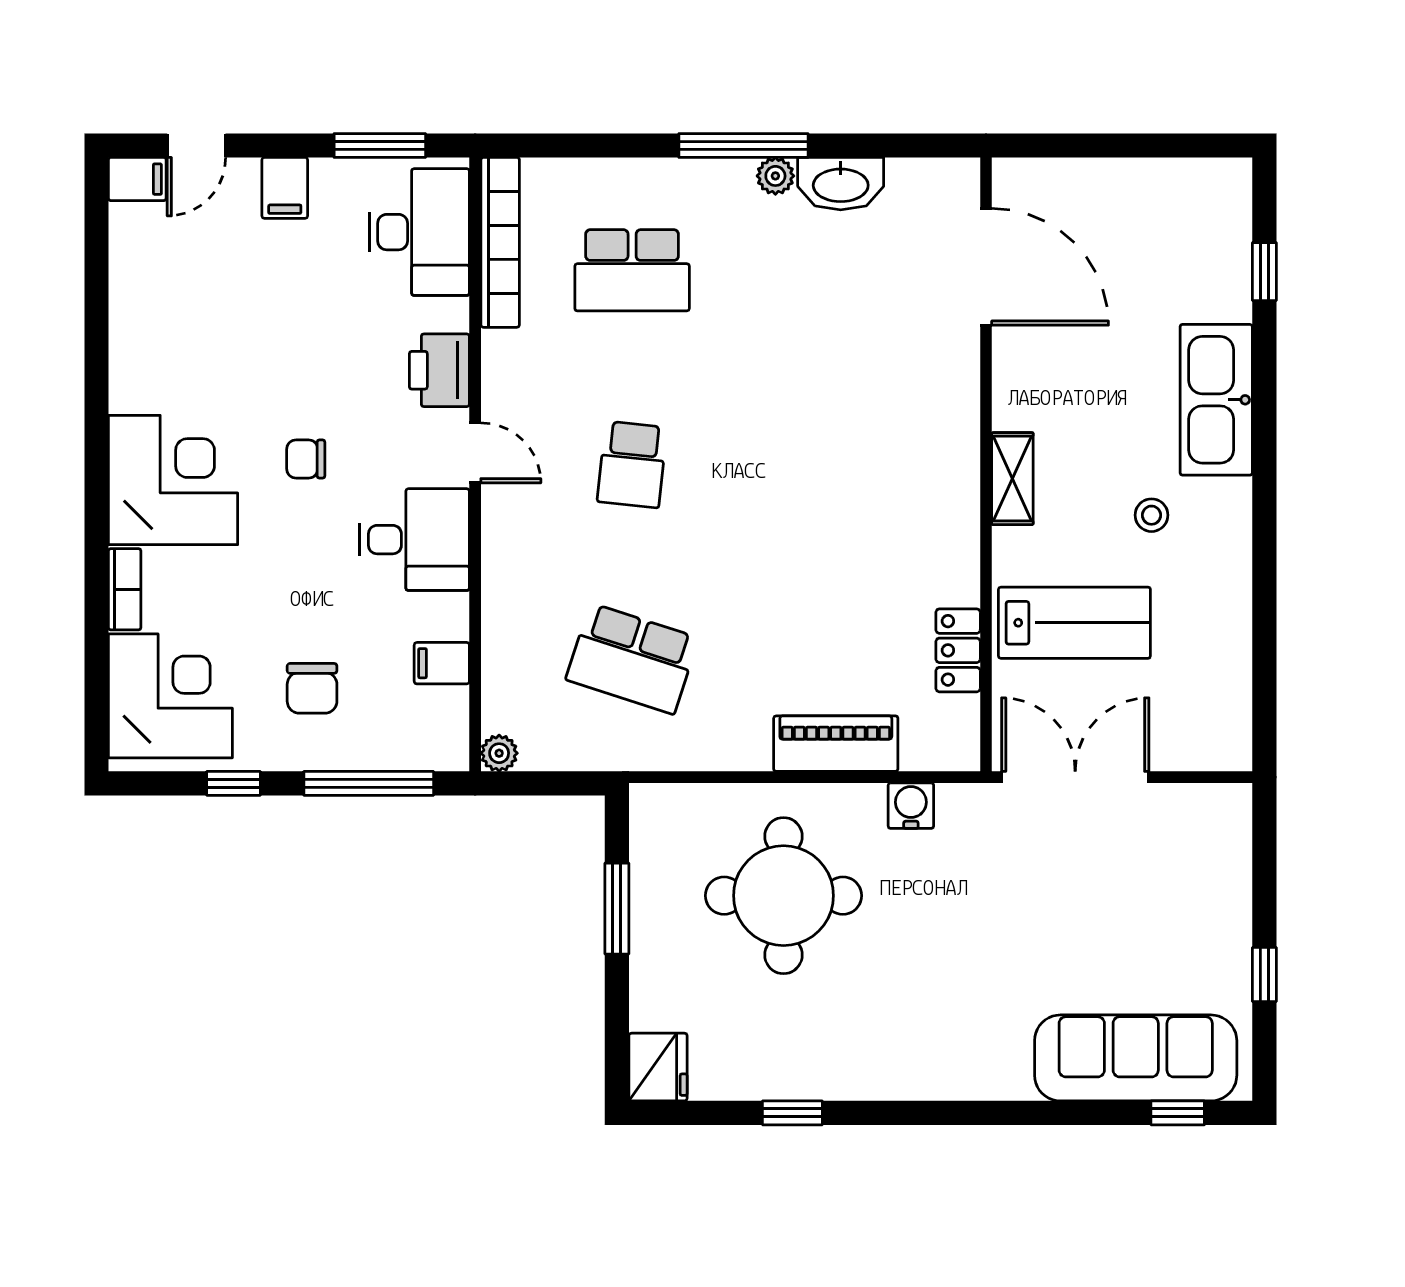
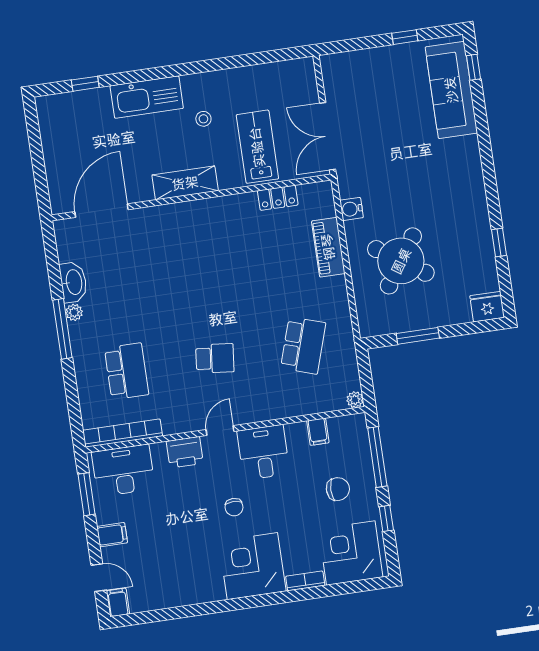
shelving: (1012, 479) -> (185, 183), width x1.50, depth x1.33
round table: (783, 896) -> (401, 261), turned 34

